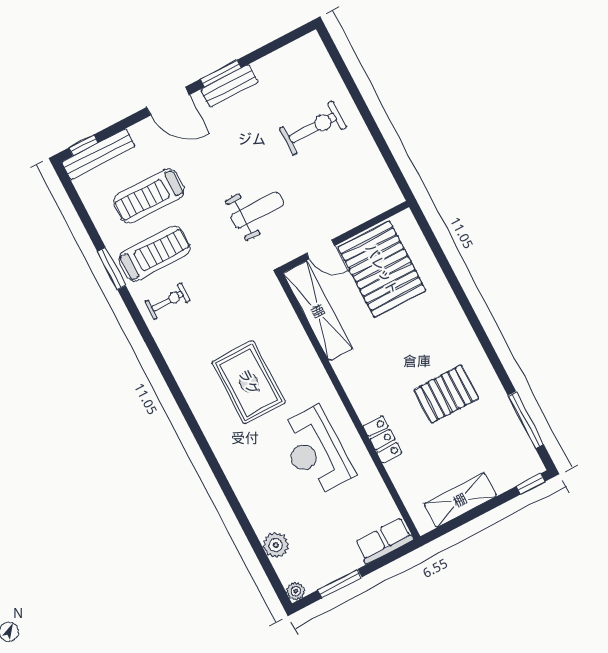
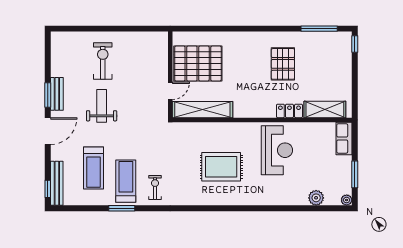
weight bench: (257, 210) -> (102, 106), moved
reception desk: (316, 451) -> (277, 150), turned -90
shelving: (460, 500) -> (325, 109), moved, turned 90

